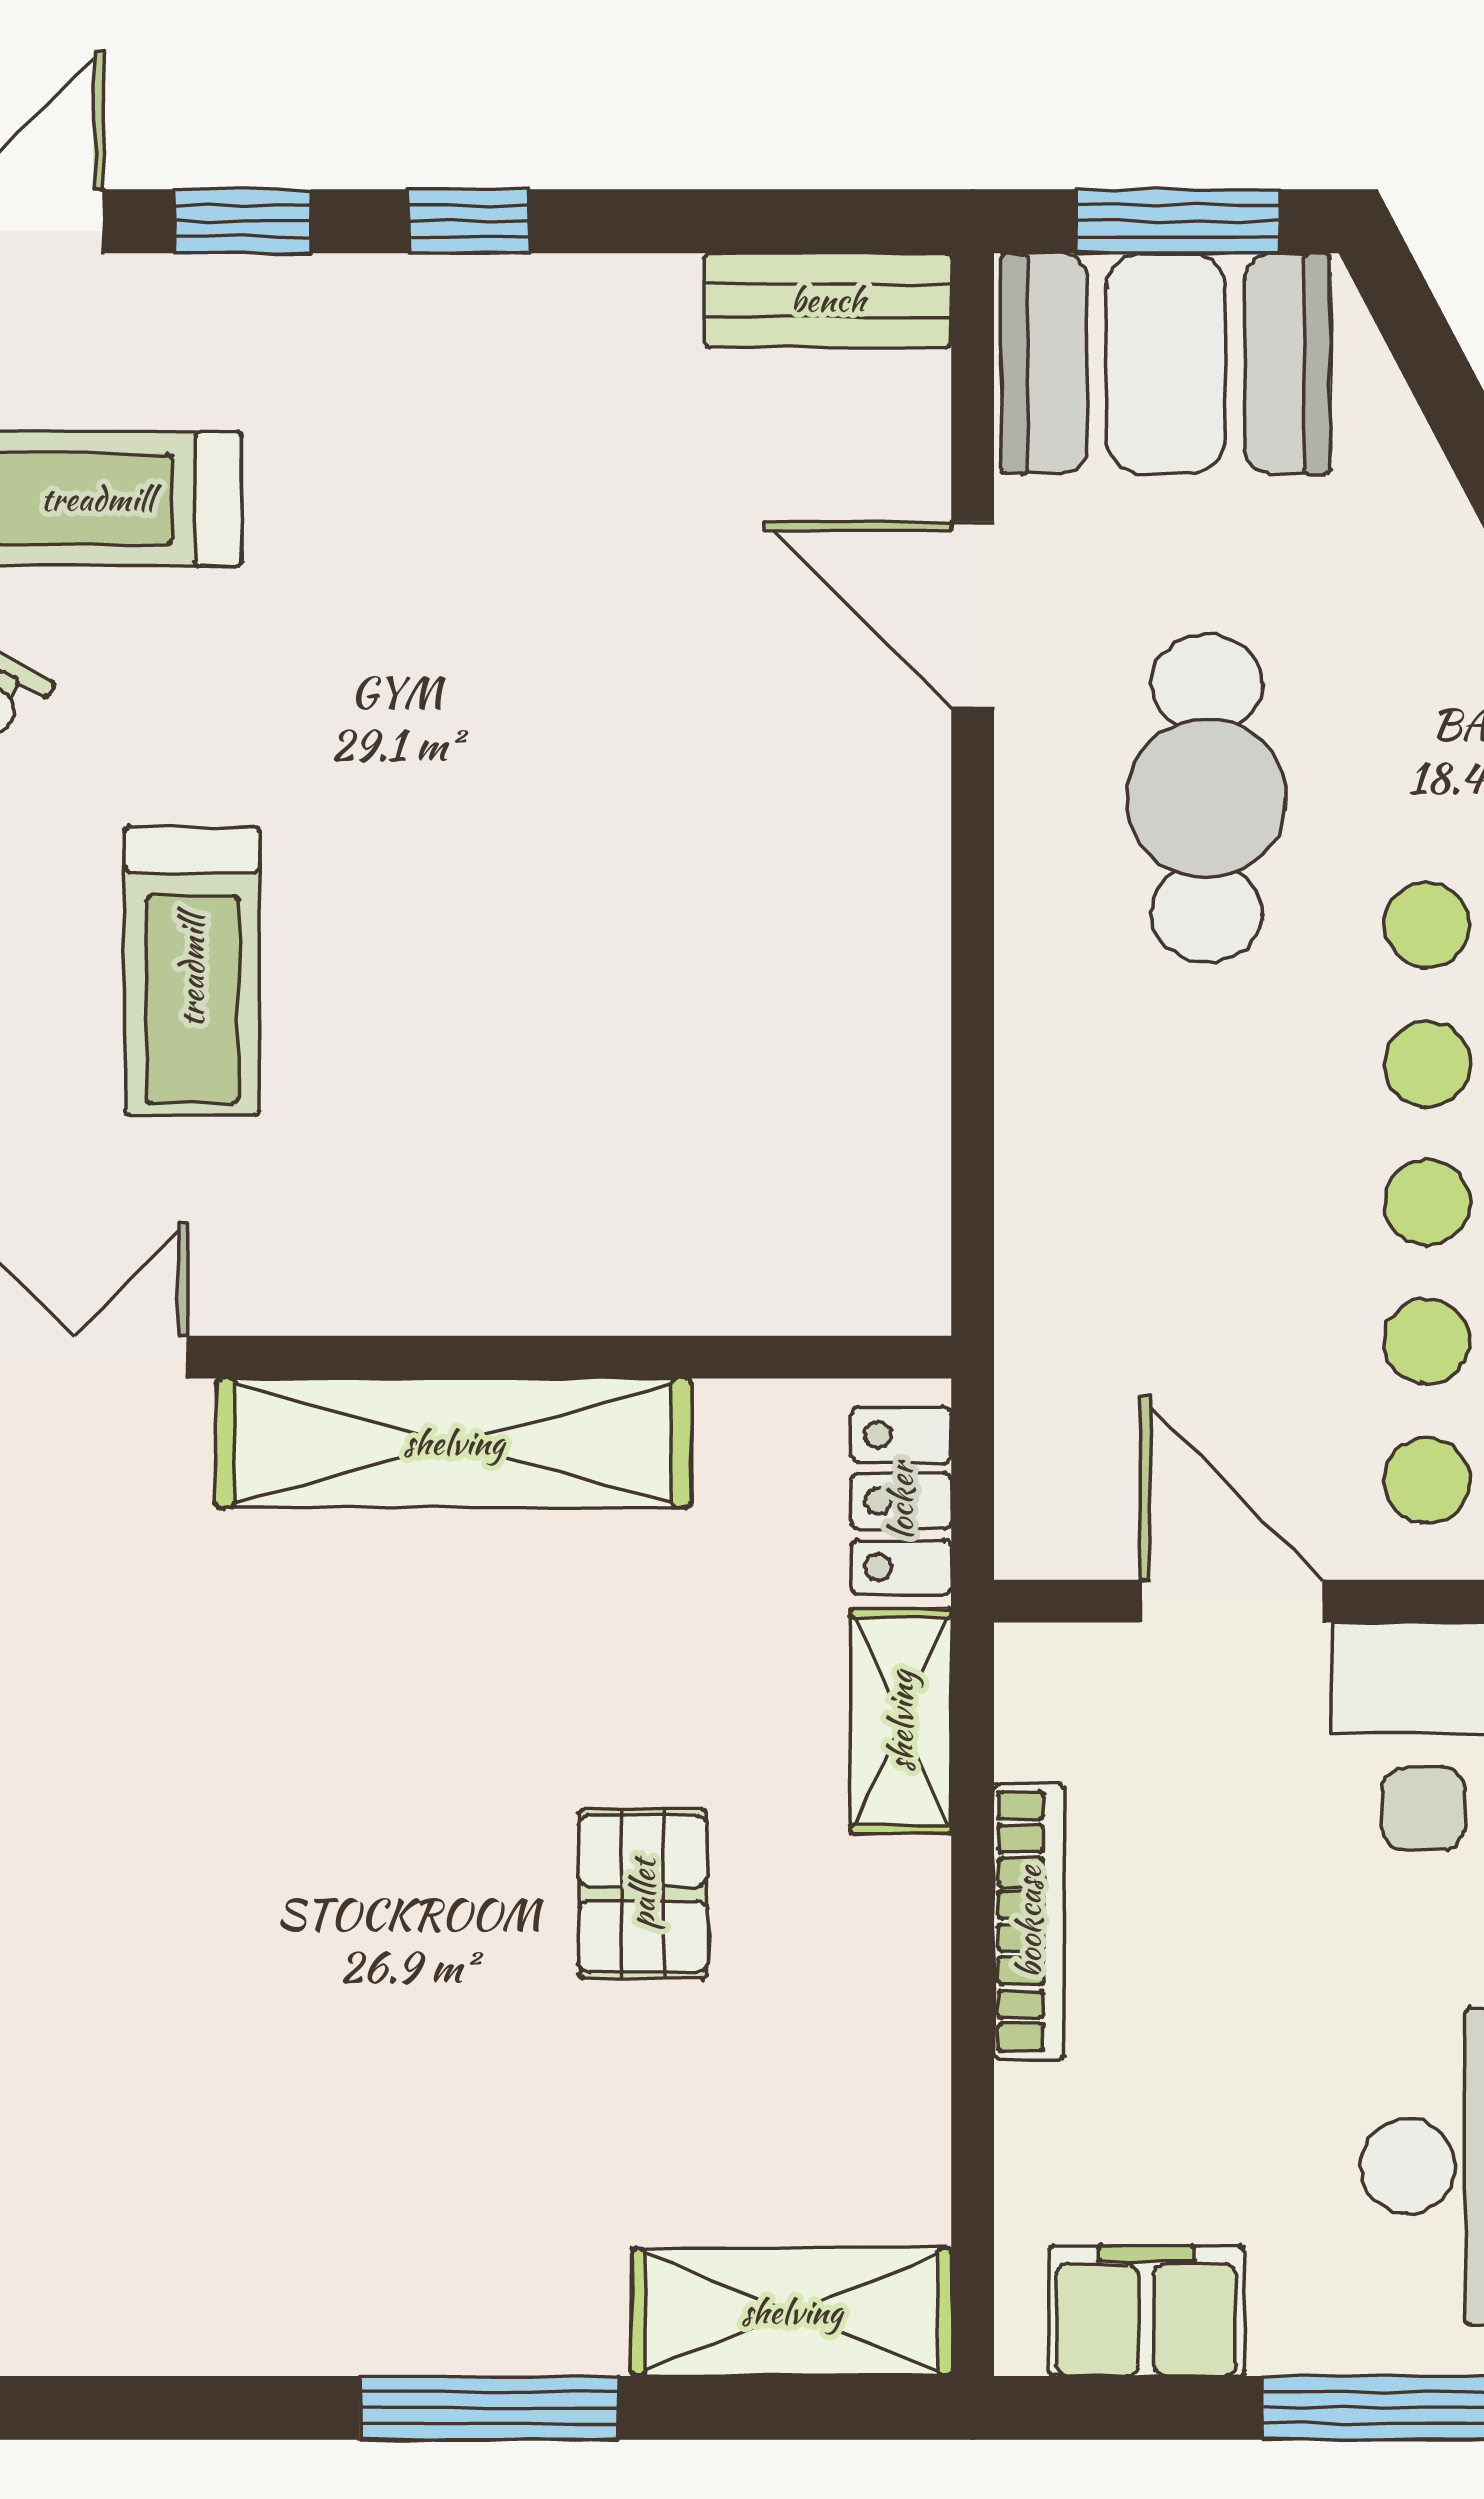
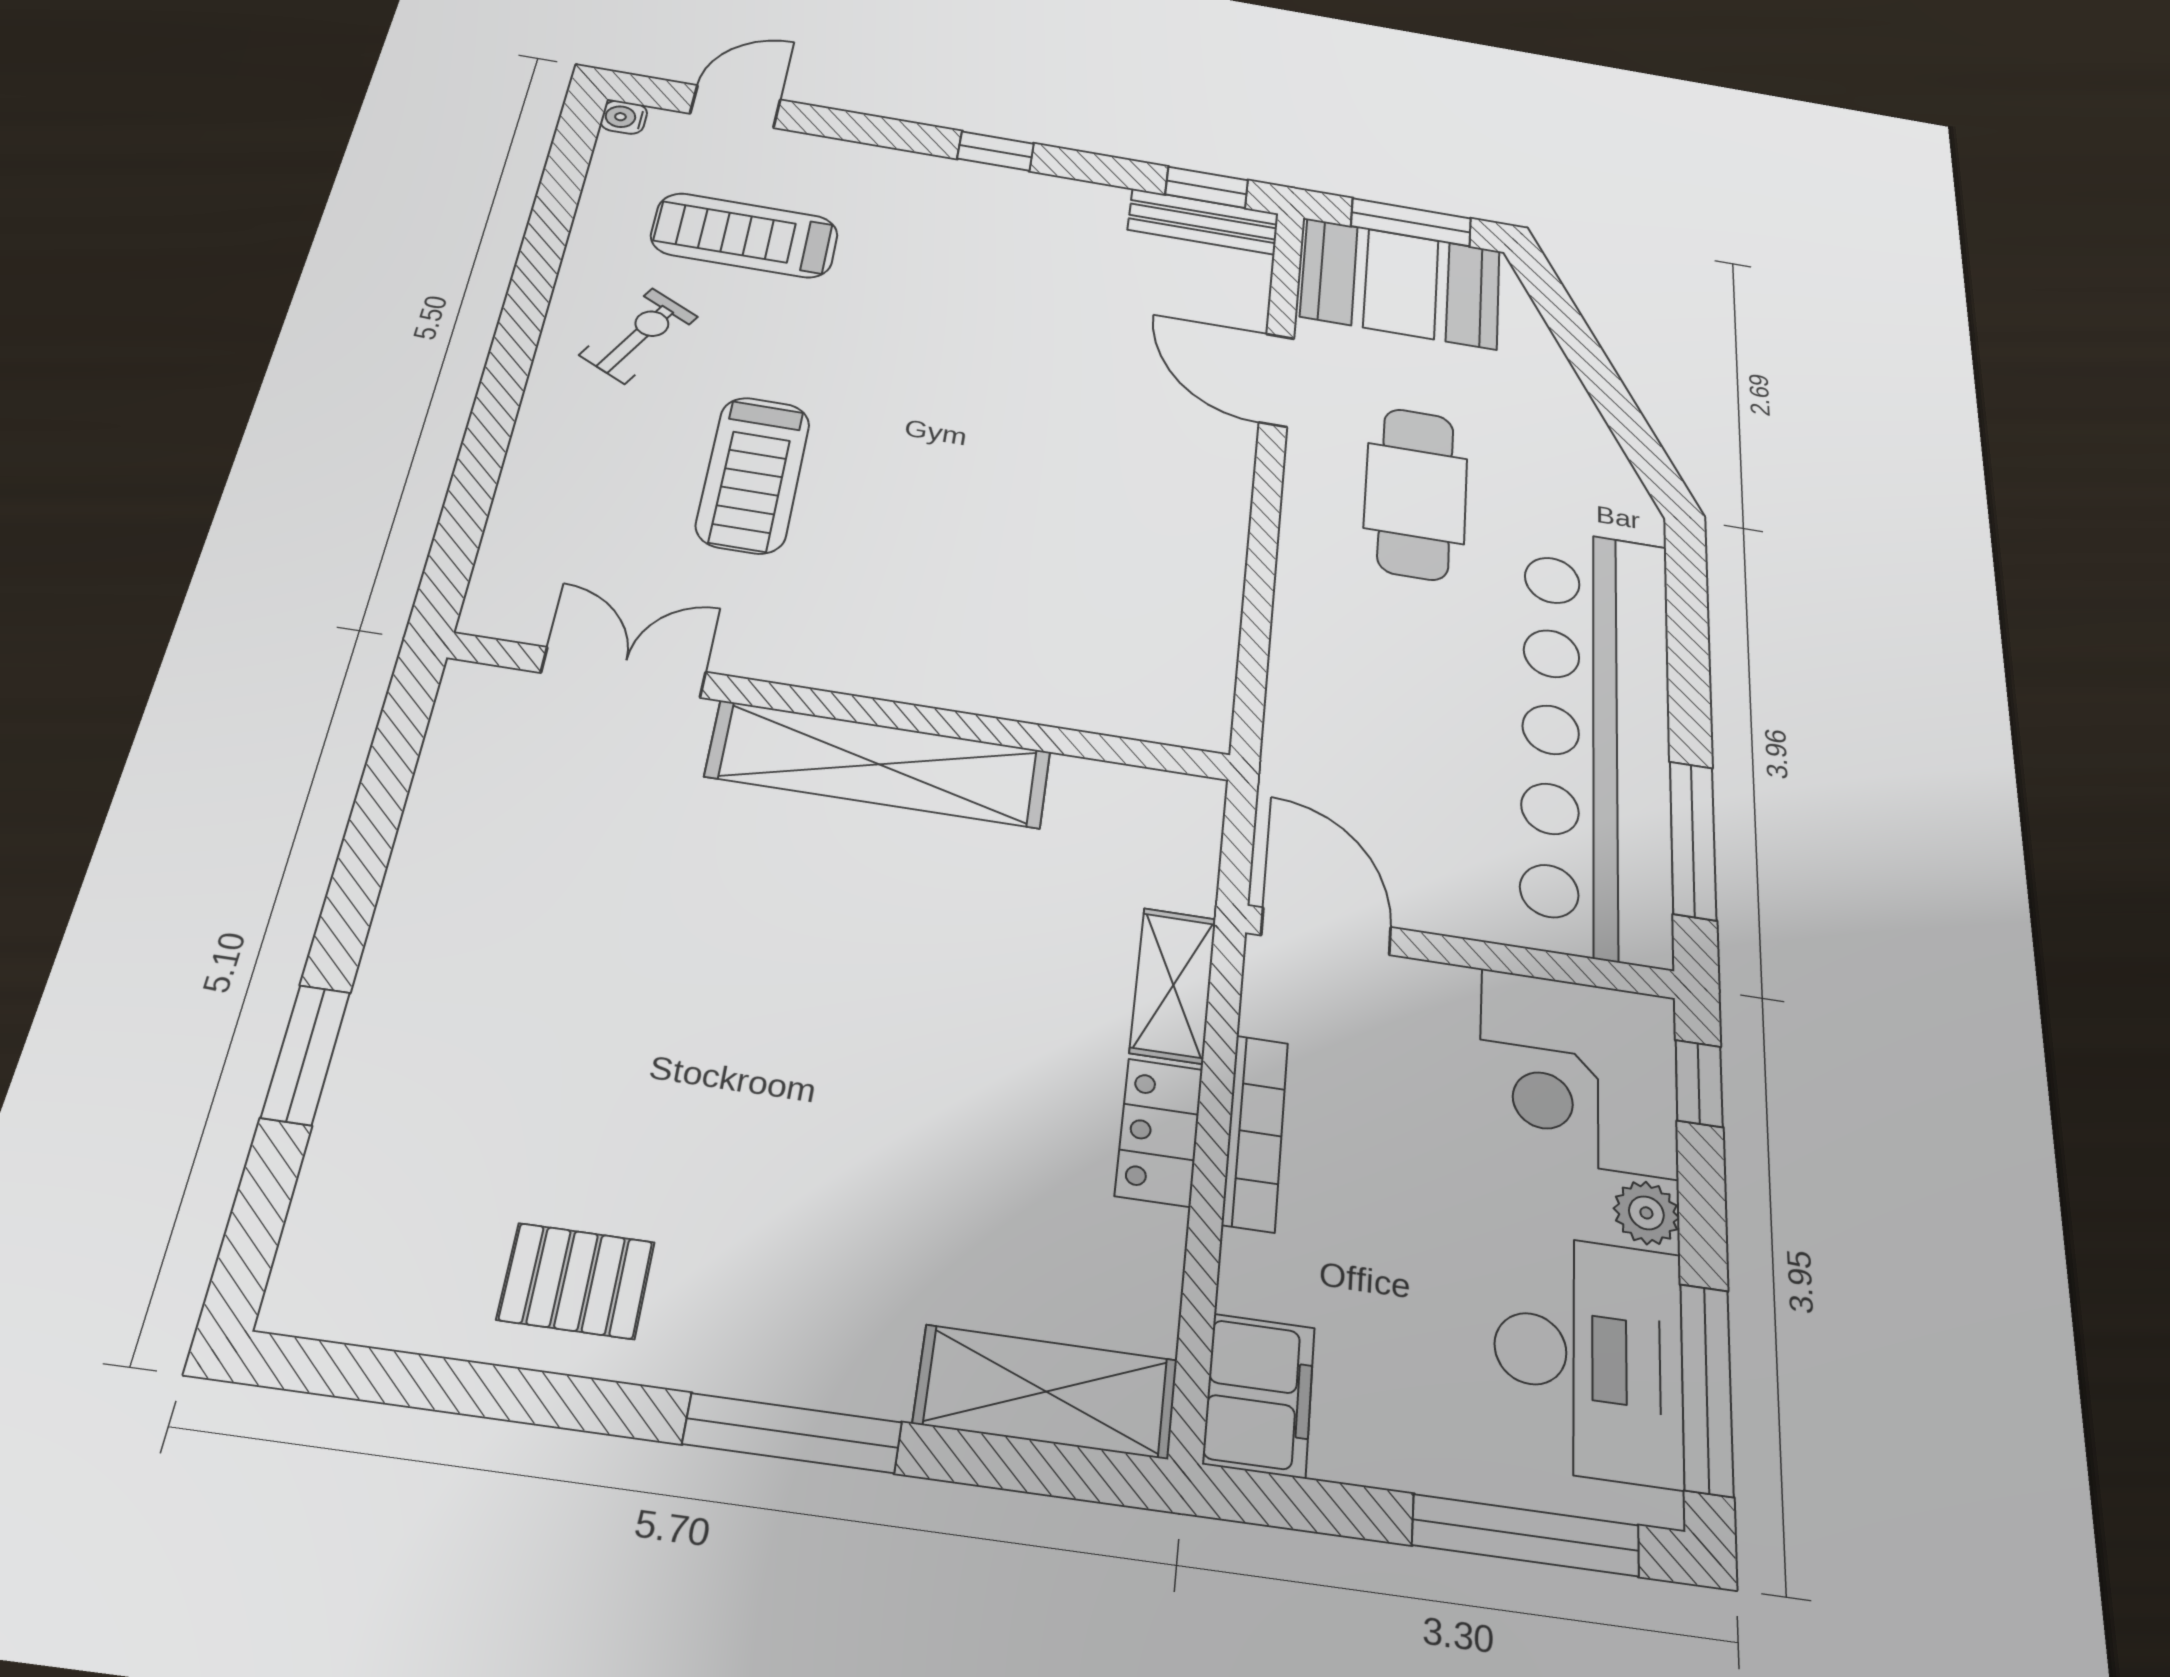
window: (243, 221) -> (1207, 187), moved
locker: (901, 1501) -> (1159, 1132), moved
door: (1232, 1601) -> (1326, 931), moved
pallet: (643, 1894) -> (576, 1281), moved, turned 90
filing cabinet: (1146, 2311) -> (1259, 1395), moved, turned 90

